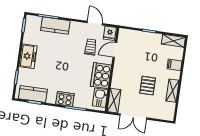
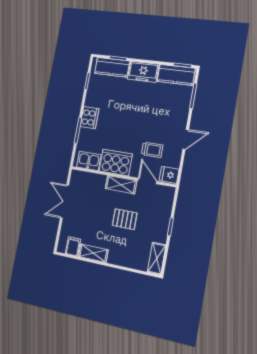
door: (95, 23) -> (186, 139), moved
kitchen counter: (55, 26) -> (176, 75), moved, turned -90
filing cabinet: (174, 65) -> (73, 246), moved
pallet: (148, 86) -> (125, 219), moved
kitchen counter: (33, 94) -> (112, 67), moved, turned 90
shelving: (114, 101) -> (121, 185), moved

